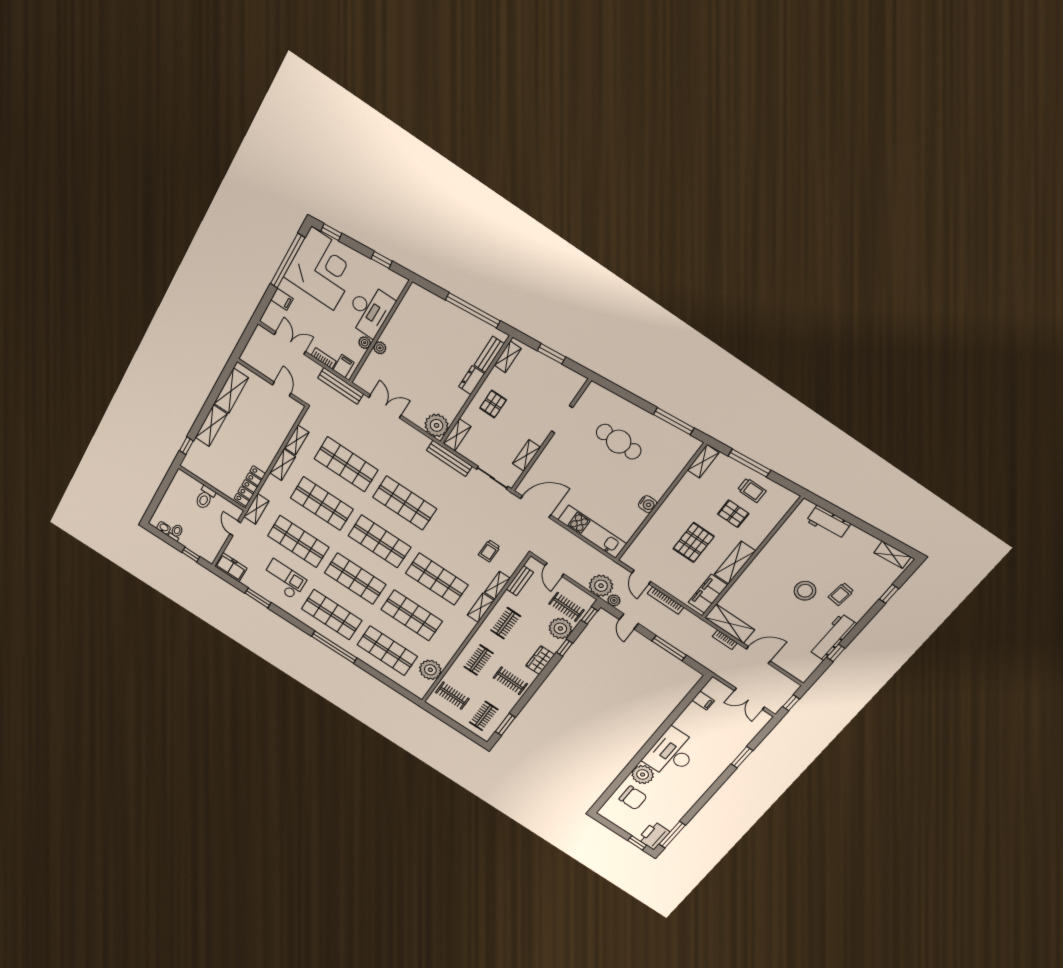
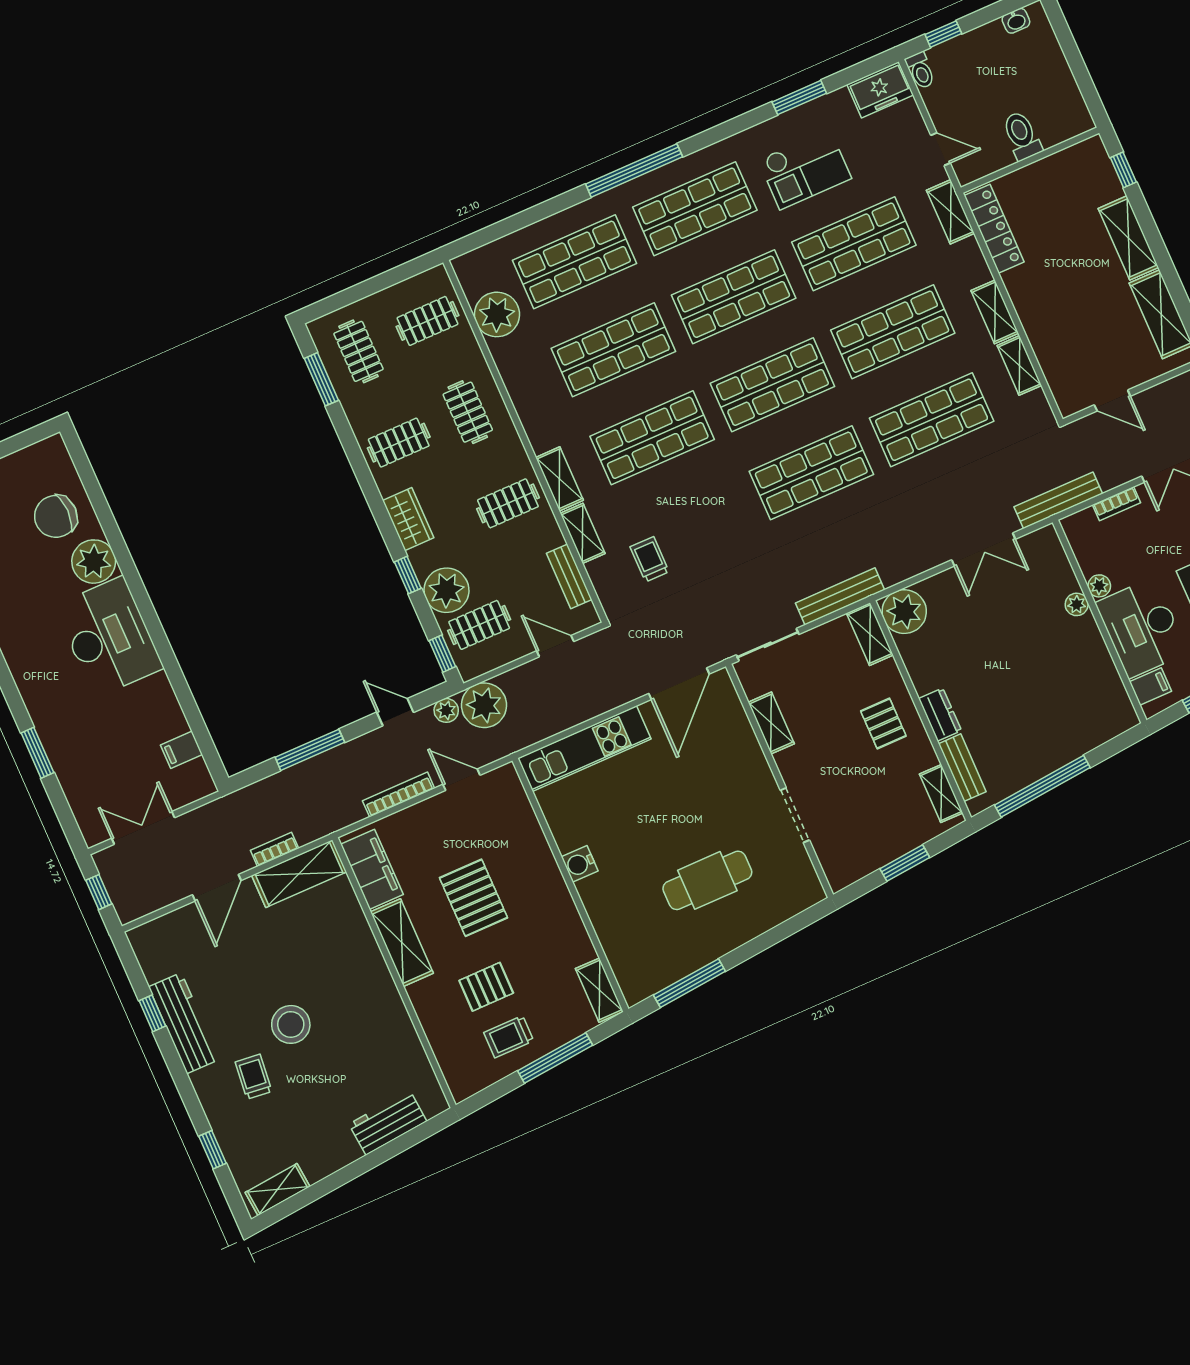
filing cabinet: (343, 366) -> (1150, 687), moved, turned -90
toilet: (176, 532) -> (920, 71), moved
clothes rail: (506, 623) -> (508, 503), turned 90

